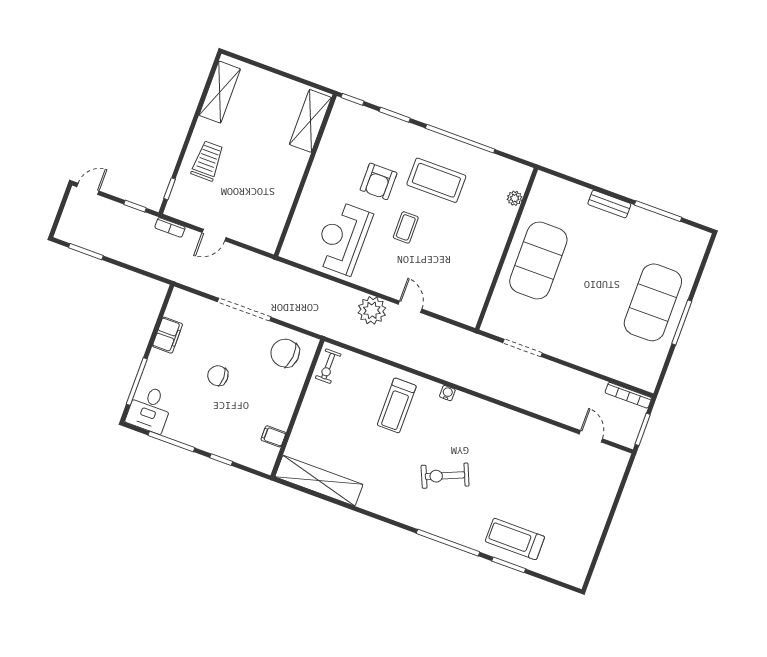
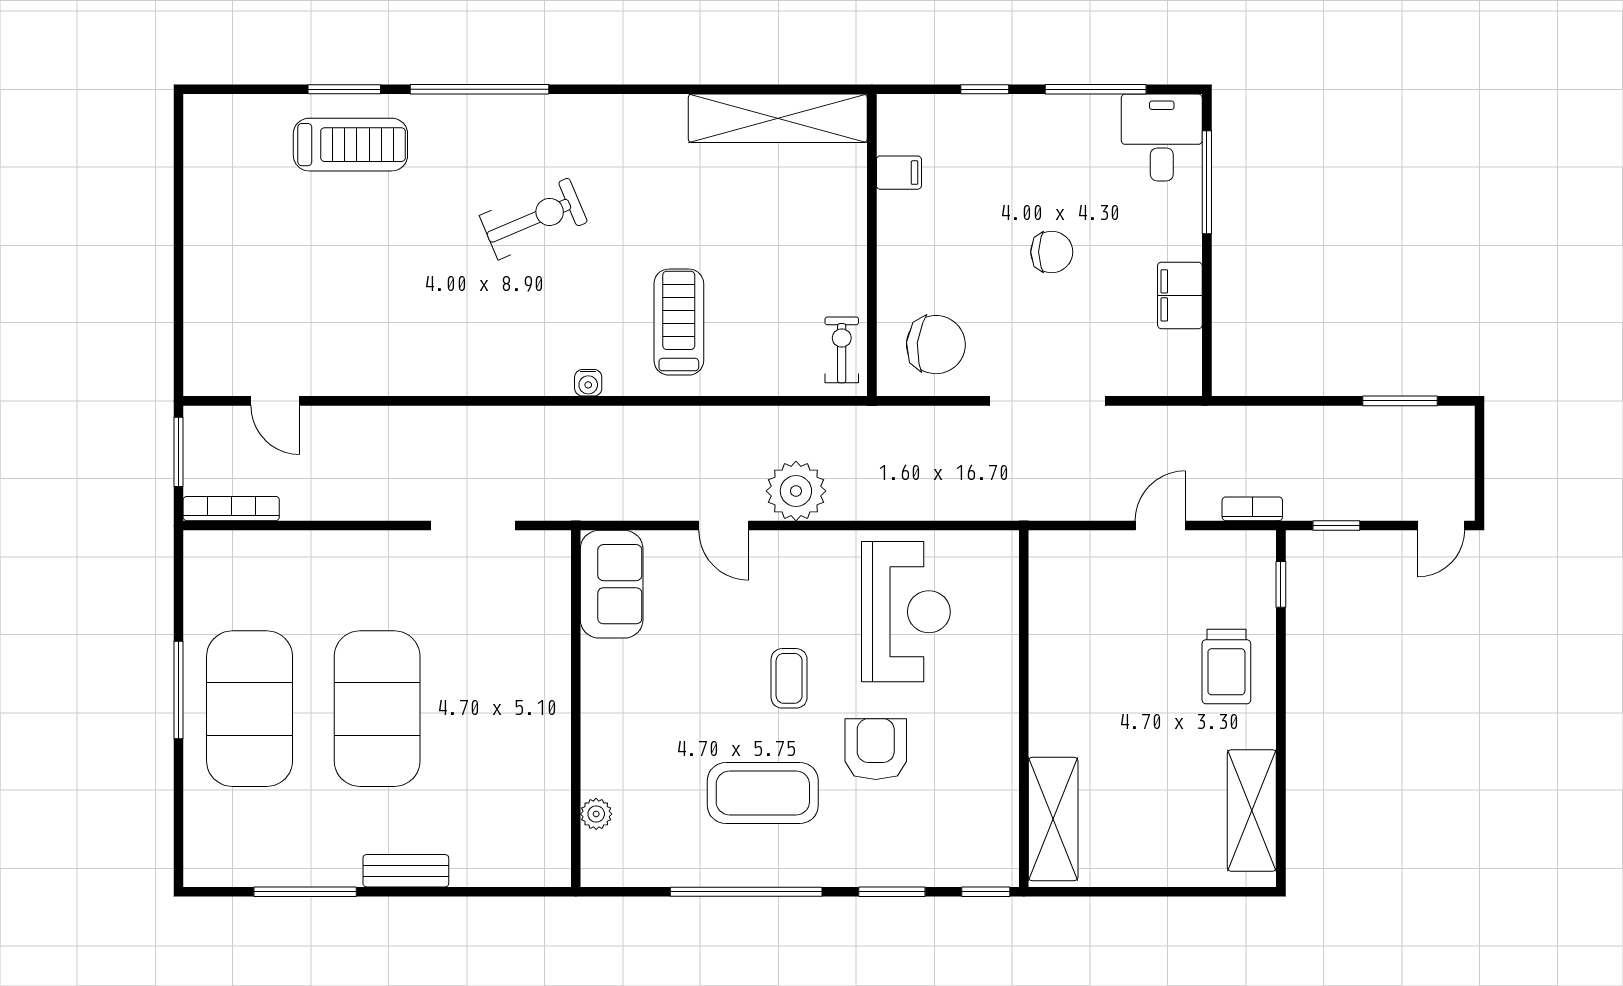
exercise mat: (538, 261) -> (377, 709), moved
sofa: (470, 299) -> (612, 584), added

